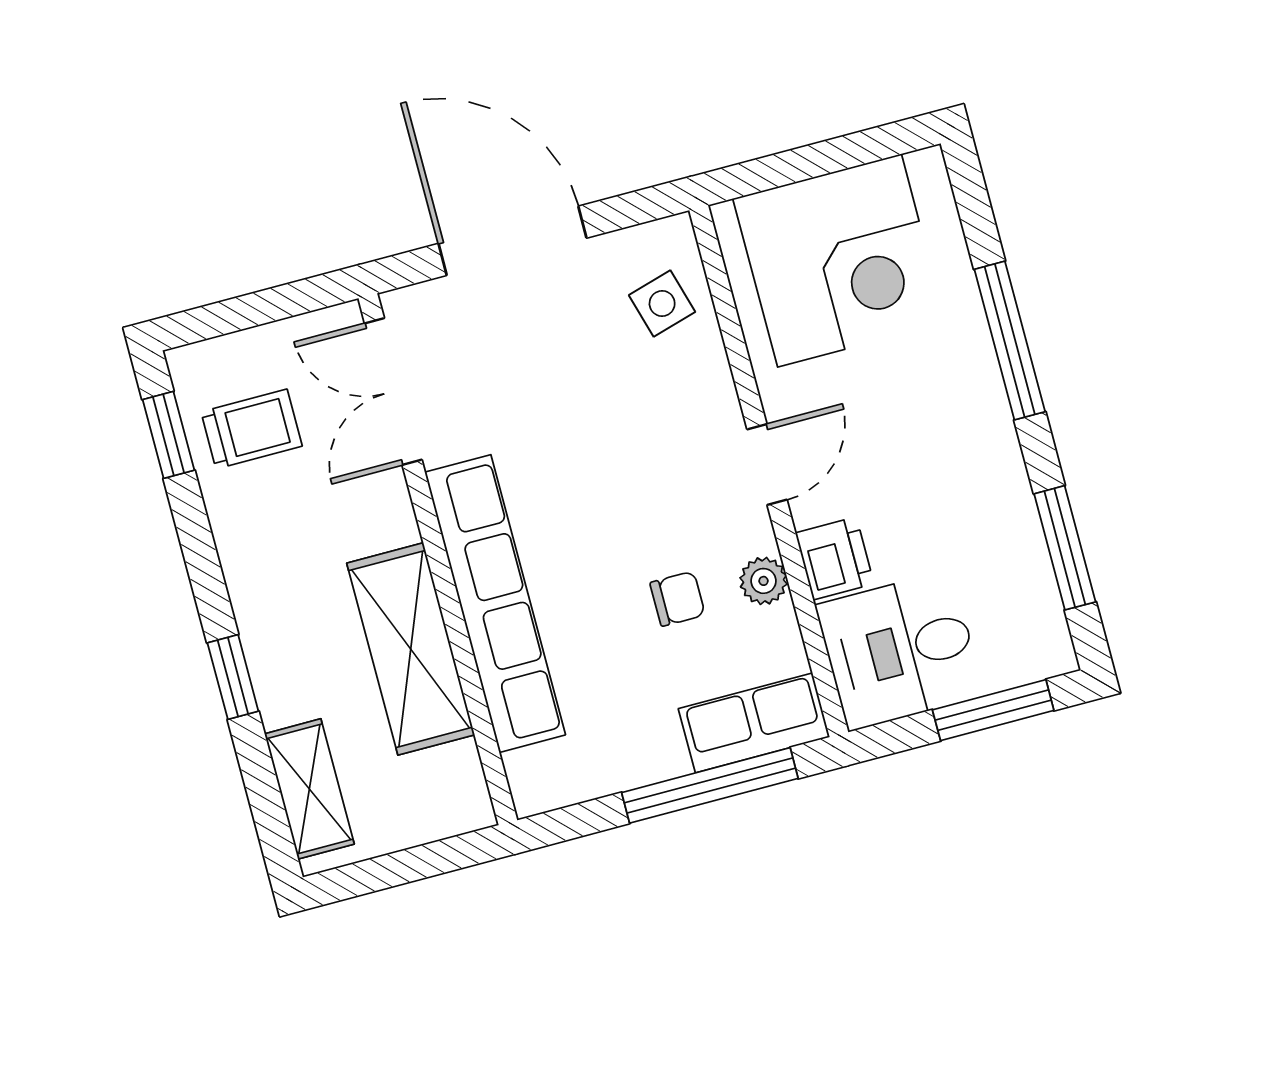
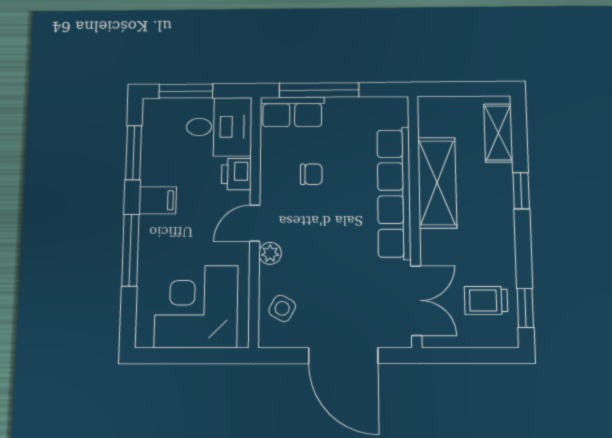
side table: (662, 304) -> (282, 308), turned 45
filing cabinet: (984, 460) -> (158, 200), added
plant: (763, 581) -> (270, 253), moved
chair: (678, 599) -> (311, 174), turned 180

